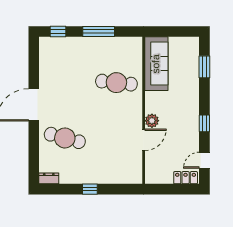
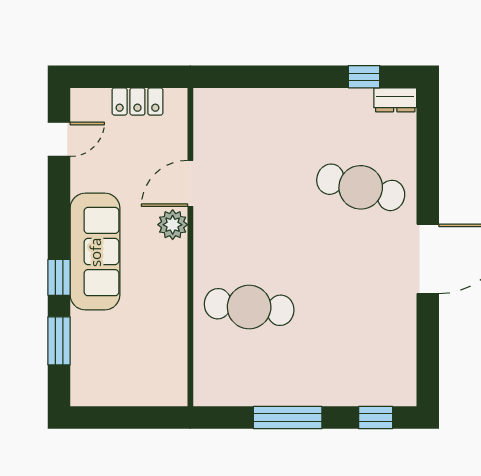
sofa: (156, 64) -> (95, 252), moved, turned 180
window: (204, 123) -> (59, 277), moved
locker: (186, 178) -> (137, 101), moved
window: (90, 189) -> (364, 77), moved

